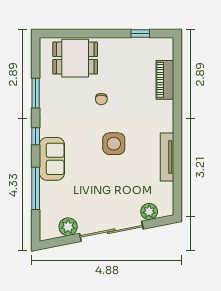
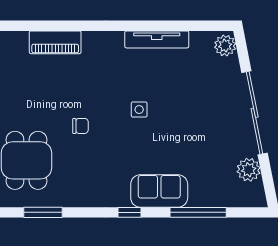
window: (36, 93) -> (43, 212), moved
side table: (114, 144) -> (139, 110), width x0.54, depth x0.54
plant: (149, 212) -> (225, 46), moved

